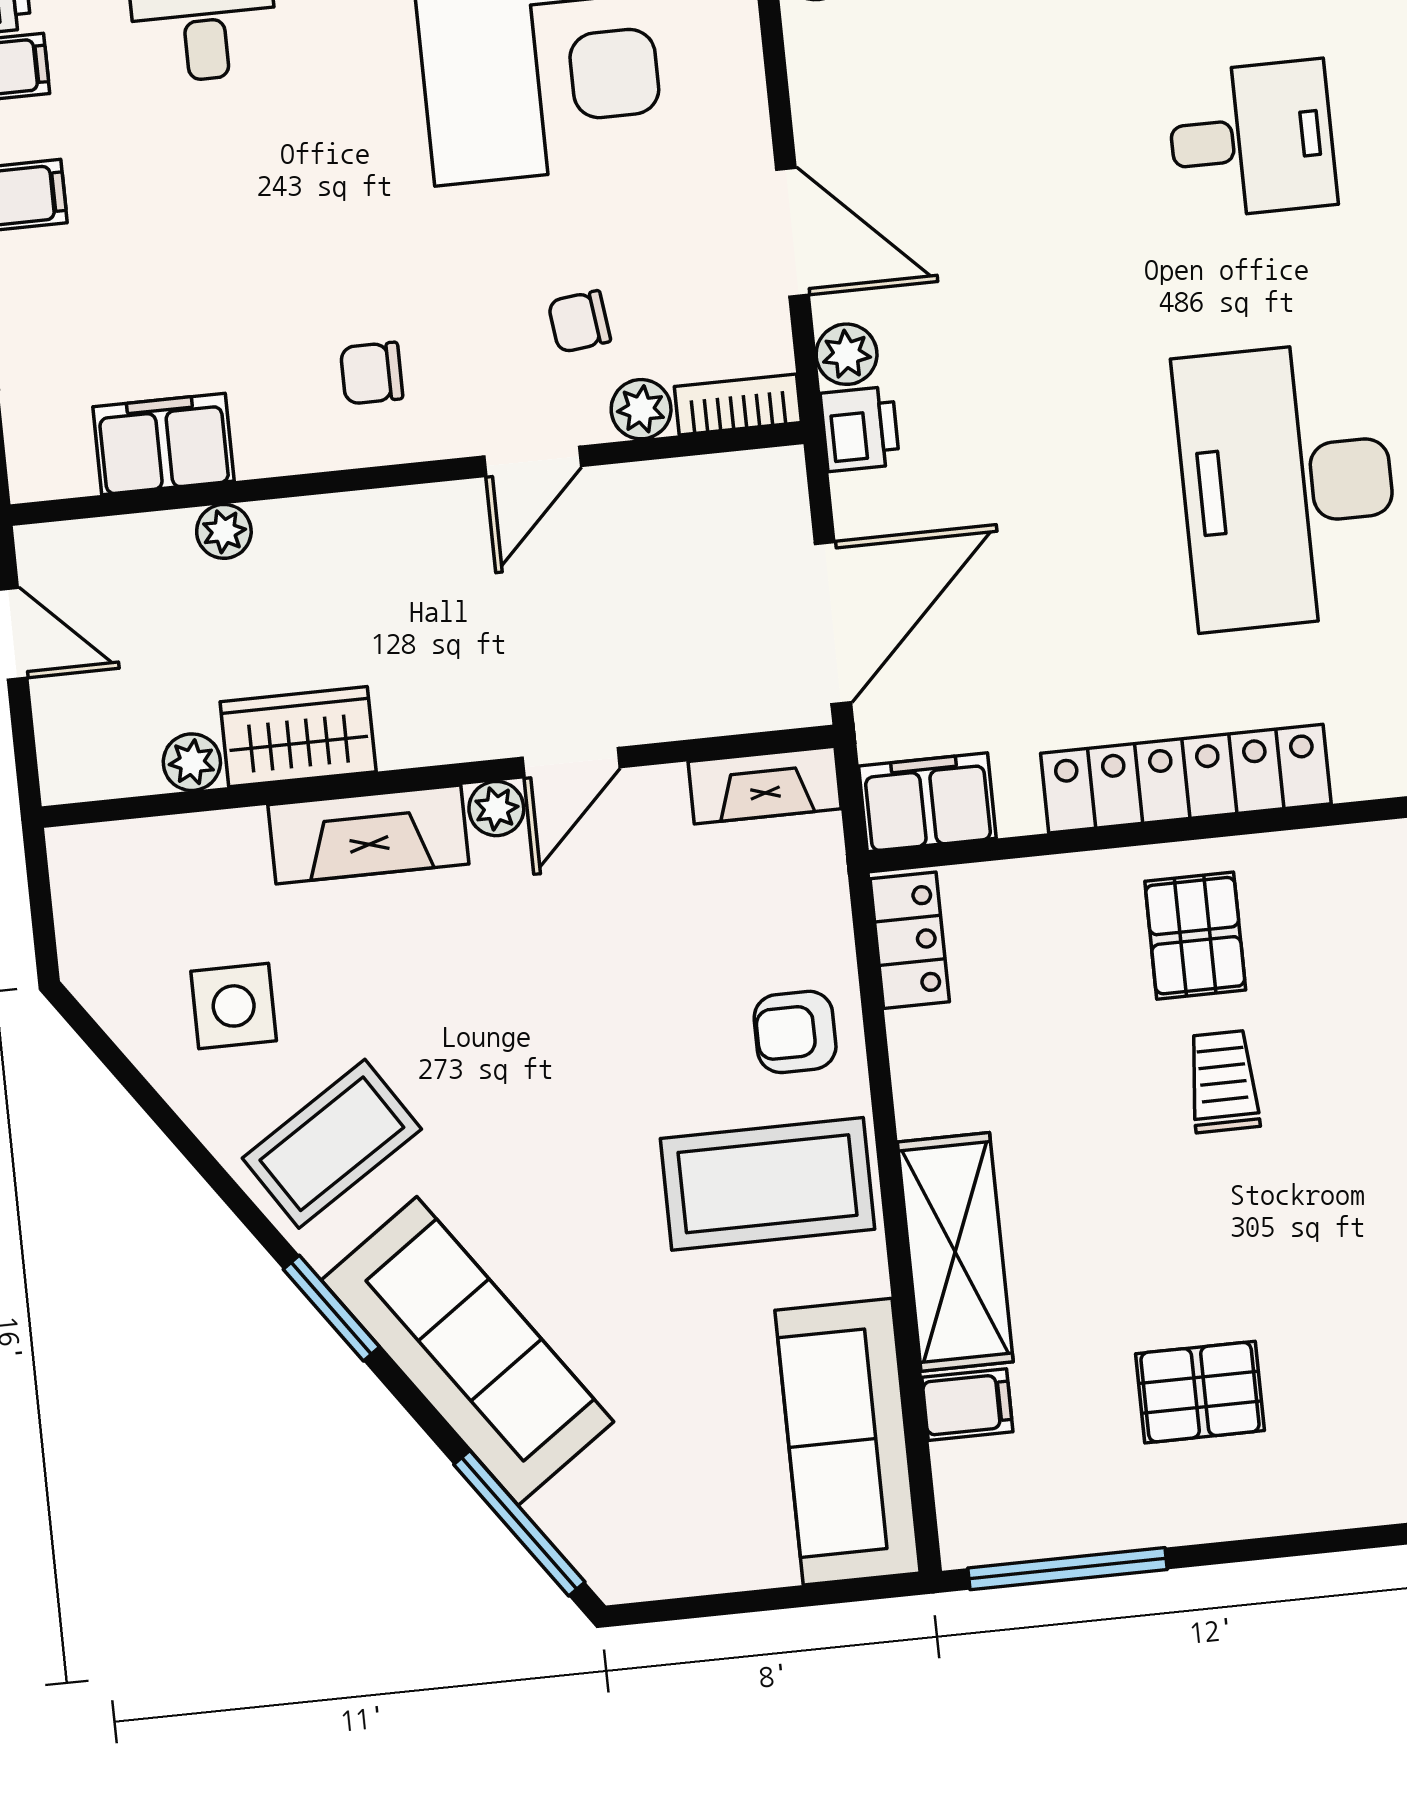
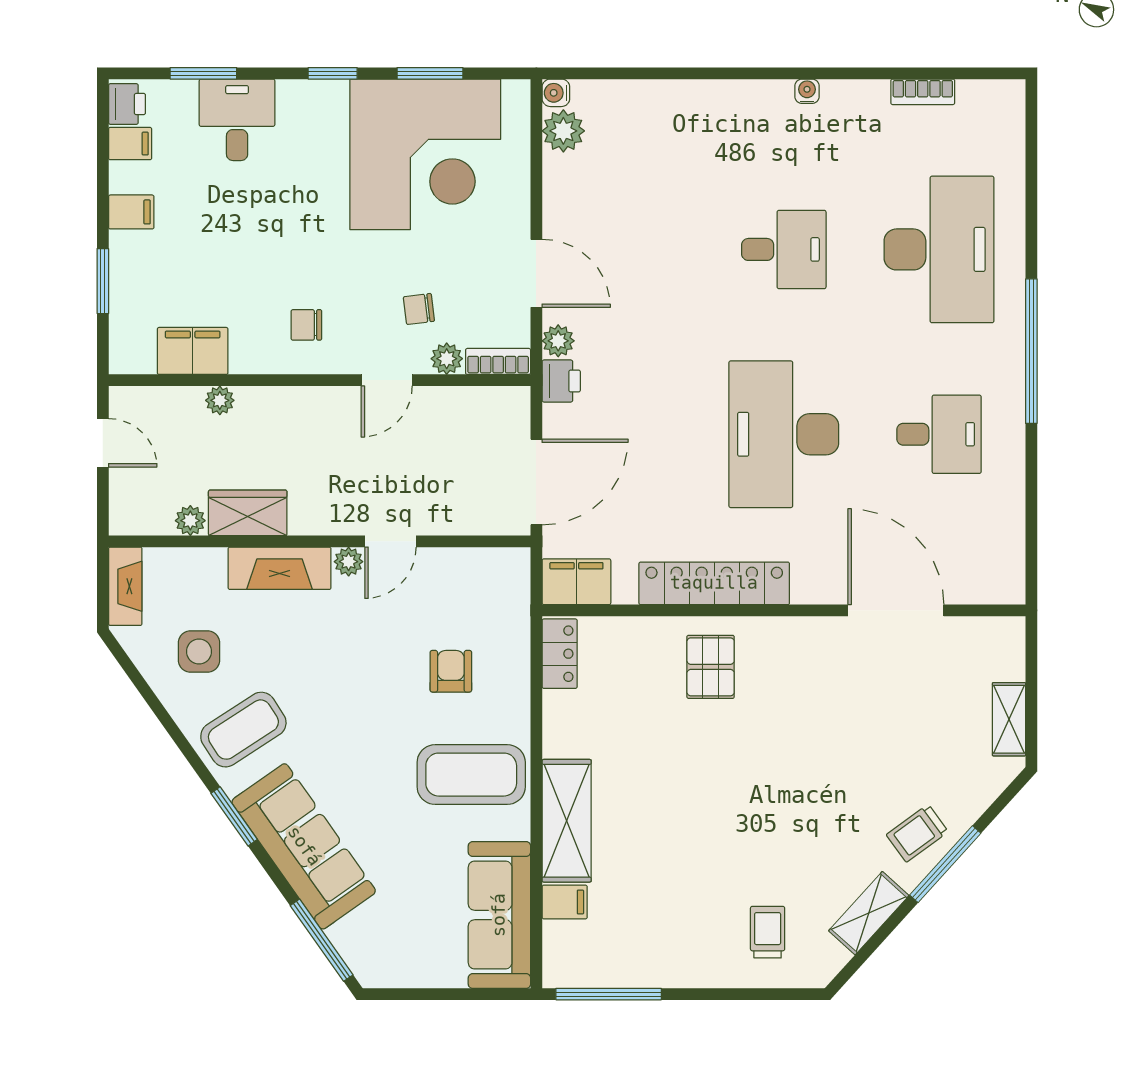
fireplace: (765, 785) -> (125, 586), moved, turned -90
armchair: (795, 1032) -> (451, 671), moved, turned 90
trolley: (1223, 1081) -> (768, 932), moved
pallet: (1200, 1392) -> (688, 908), removed

